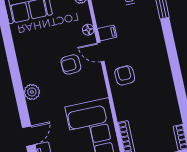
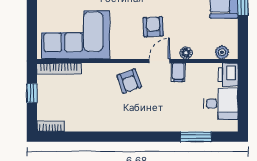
armchair: (125, 75) -> (129, 81), turned 72

